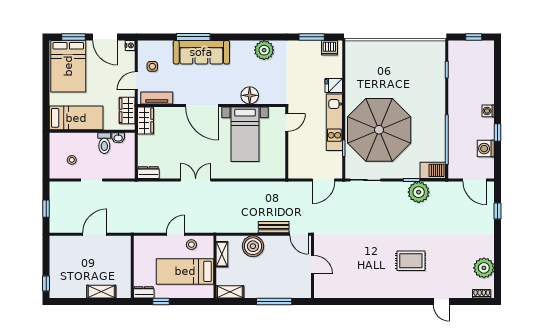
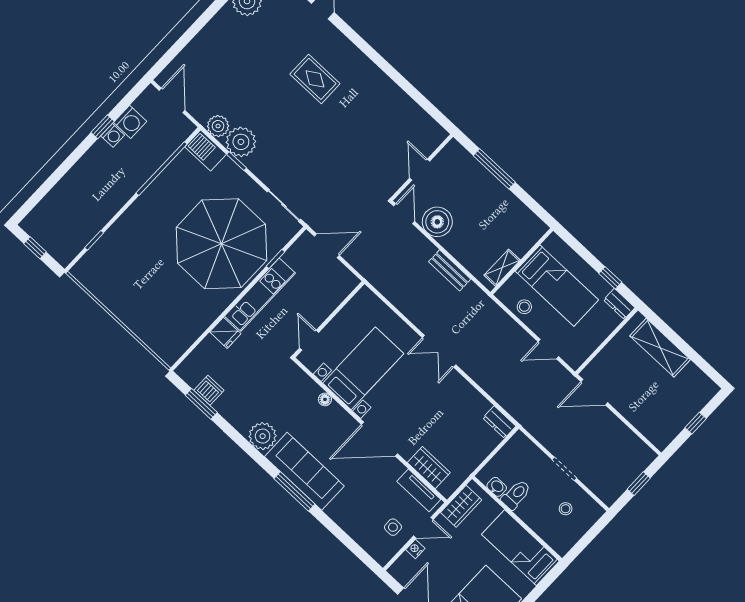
window: (193, 37) -> (294, 491), moved
nightstand: (130, 45) -> (415, 549), moved
dishwasher: (329, 48) -> (209, 390), moved
sofa: (201, 52) -> (304, 471), moved
floor lamp: (250, 95) -> (325, 399), width x0.53, depth x0.53
door: (202, 105) -> (380, 439), swing flipped
washing machine: (488, 111) -> (113, 135), moved
wardrobe: (146, 120) -> (429, 468), moved, turned 90
door: (287, 122) -> (309, 340), hinge flipped
double door: (196, 180) -> (439, 351), moved
plant: (438, 189) -> (218, 126), added
window: (498, 211) -> (178, 46), removed
bench: (274, 227) -> (450, 270), moved
door: (95, 234) -> (594, 392), moved
door: (176, 234) -> (548, 349), moved
boiler: (253, 246) -> (437, 222), moved
window: (46, 284) -> (696, 423), moved
shelving: (101, 292) -> (660, 348), width x1.50, depth x1.33
shelving: (230, 292) -> (530, 221), removed

